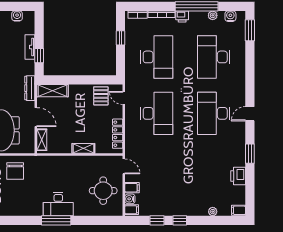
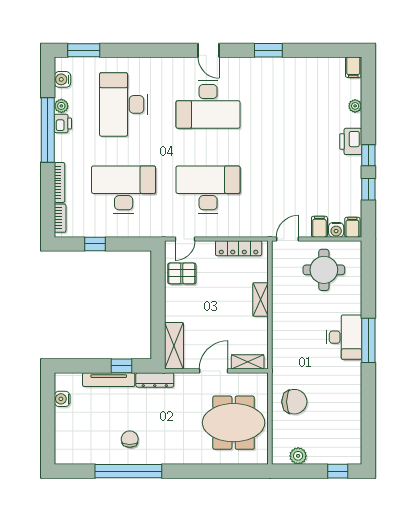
printer: (182, 16) -> (63, 123), moved
tv unit: (30, 47) -> (109, 380), width x1.41
desk: (214, 57) -> (124, 104), turned 90
dresser: (30, 88) -> (155, 380), moved
printer: (238, 176) -> (351, 141), moved, turned 90

